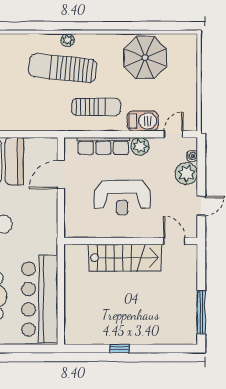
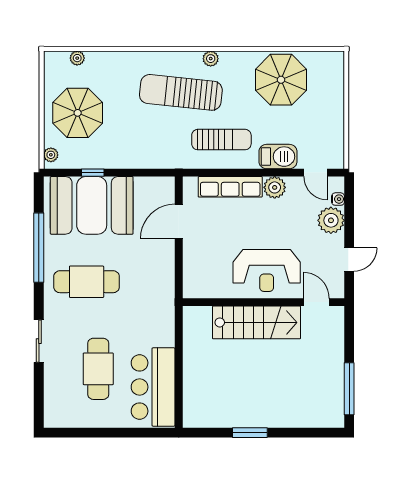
plant: (68, 40) -> (211, 59), moved
door: (174, 134) -> (315, 173), swing flipped
reception desk: (122, 198) -> (267, 270), moved
bar counter: (40, 299) -> (153, 387), width x0.73
window: (119, 348) -> (250, 433), width x1.50

